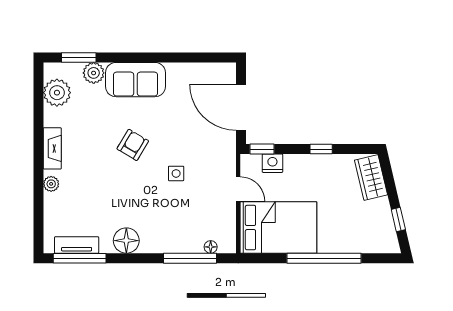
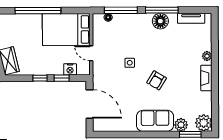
plant: (57, 93) -> (204, 123), moved
window: (262, 149) -> (62, 78), moved
window: (80, 258) -> (162, 10), moved

